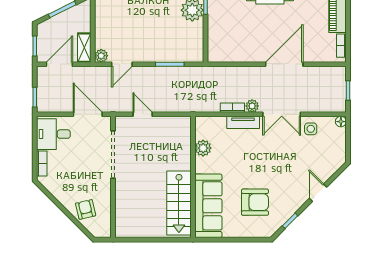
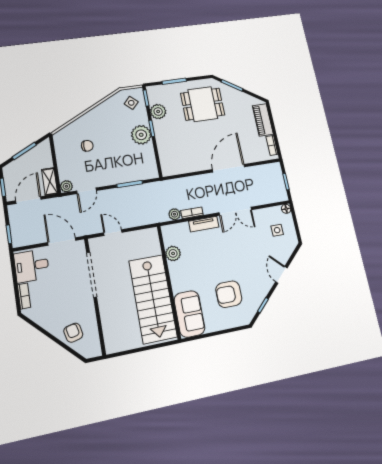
chair: (130, 14) -> (87, 146), added
plant: (252, 106) -> (174, 214), moved
side table: (311, 129) -> (277, 230), moved
armchair: (255, 202) -> (229, 294), turned 180
stairs: (179, 203) -> (153, 299), width x1.36, depth x1.51
sofa: (208, 206) -> (189, 314), width x0.73

